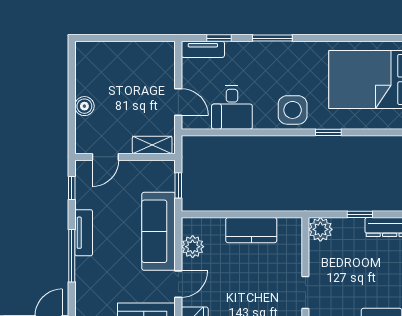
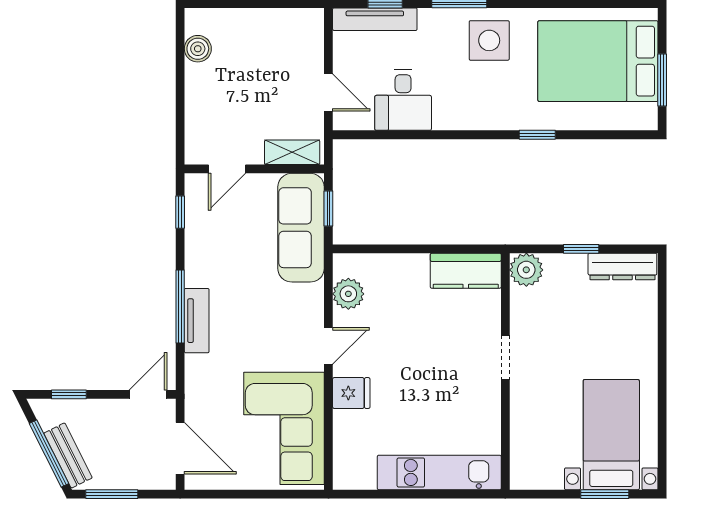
tv unit: (203, 49) -> (375, 19), width x1.41
boiler: (84, 106) -> (198, 49), moved
side table: (293, 110) -> (489, 40), moved
kitchen counter: (251, 230) -> (466, 271), moved
sofa: (159, 231) -> (301, 228), moved
tv unit: (84, 233) -> (197, 321), moved

